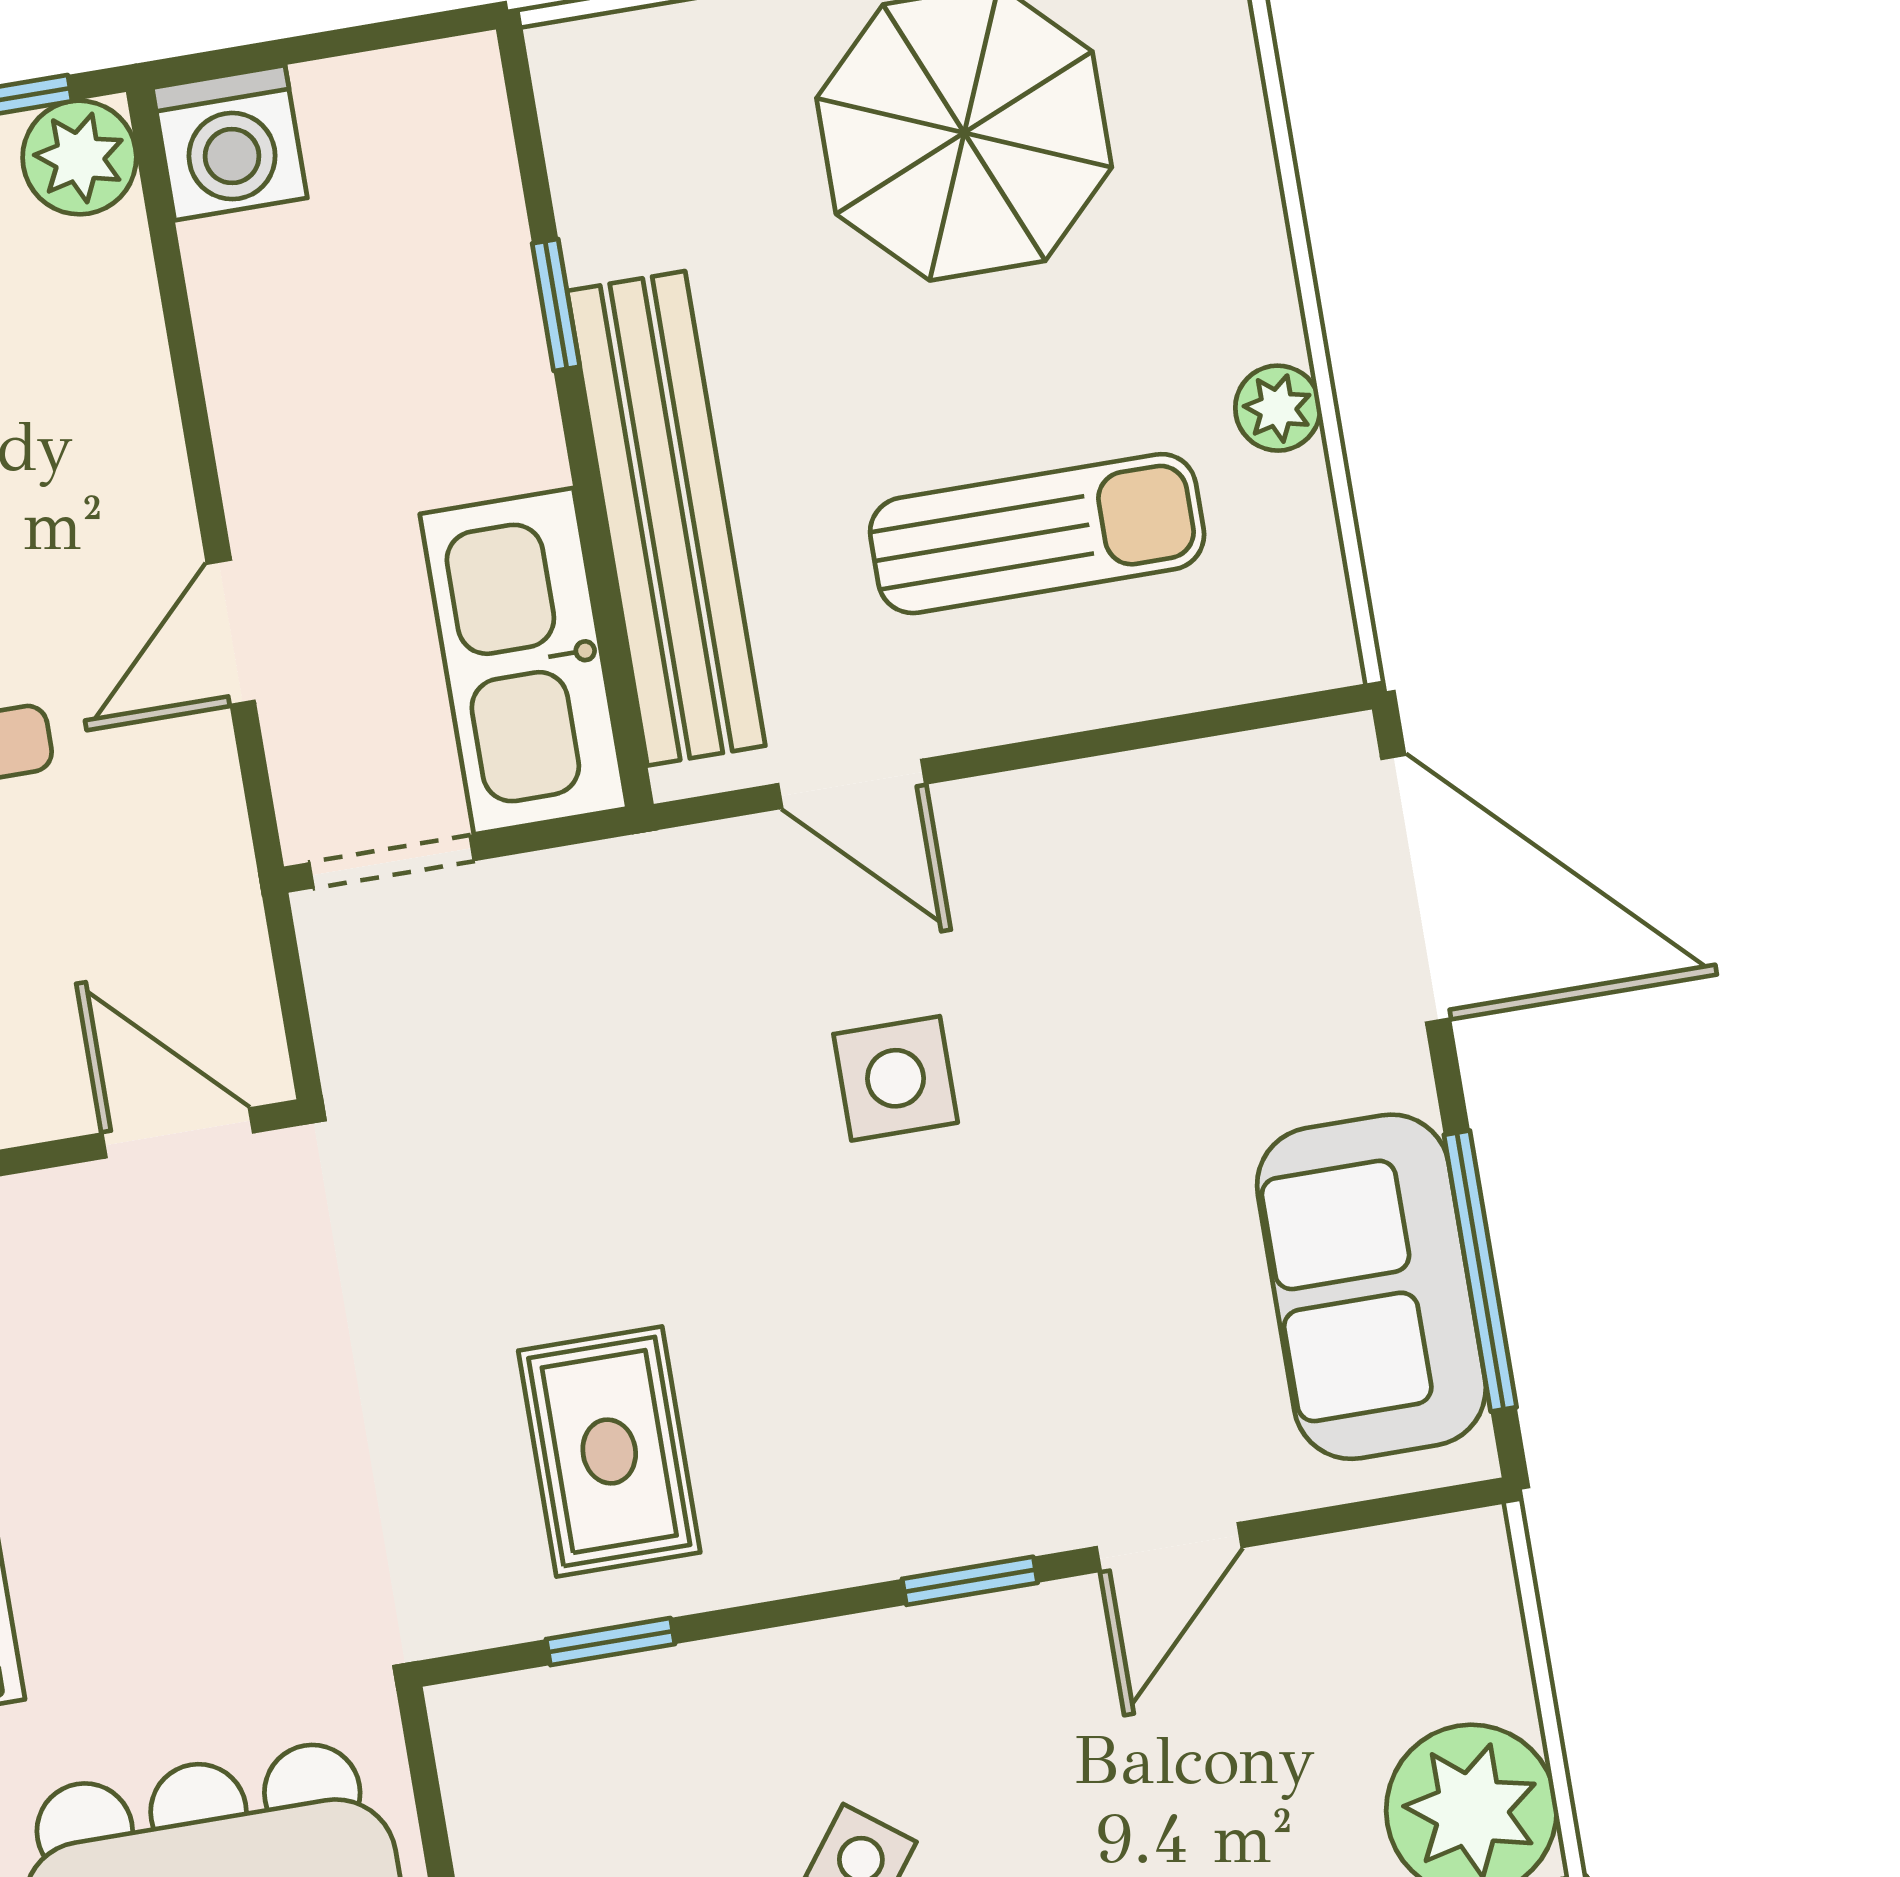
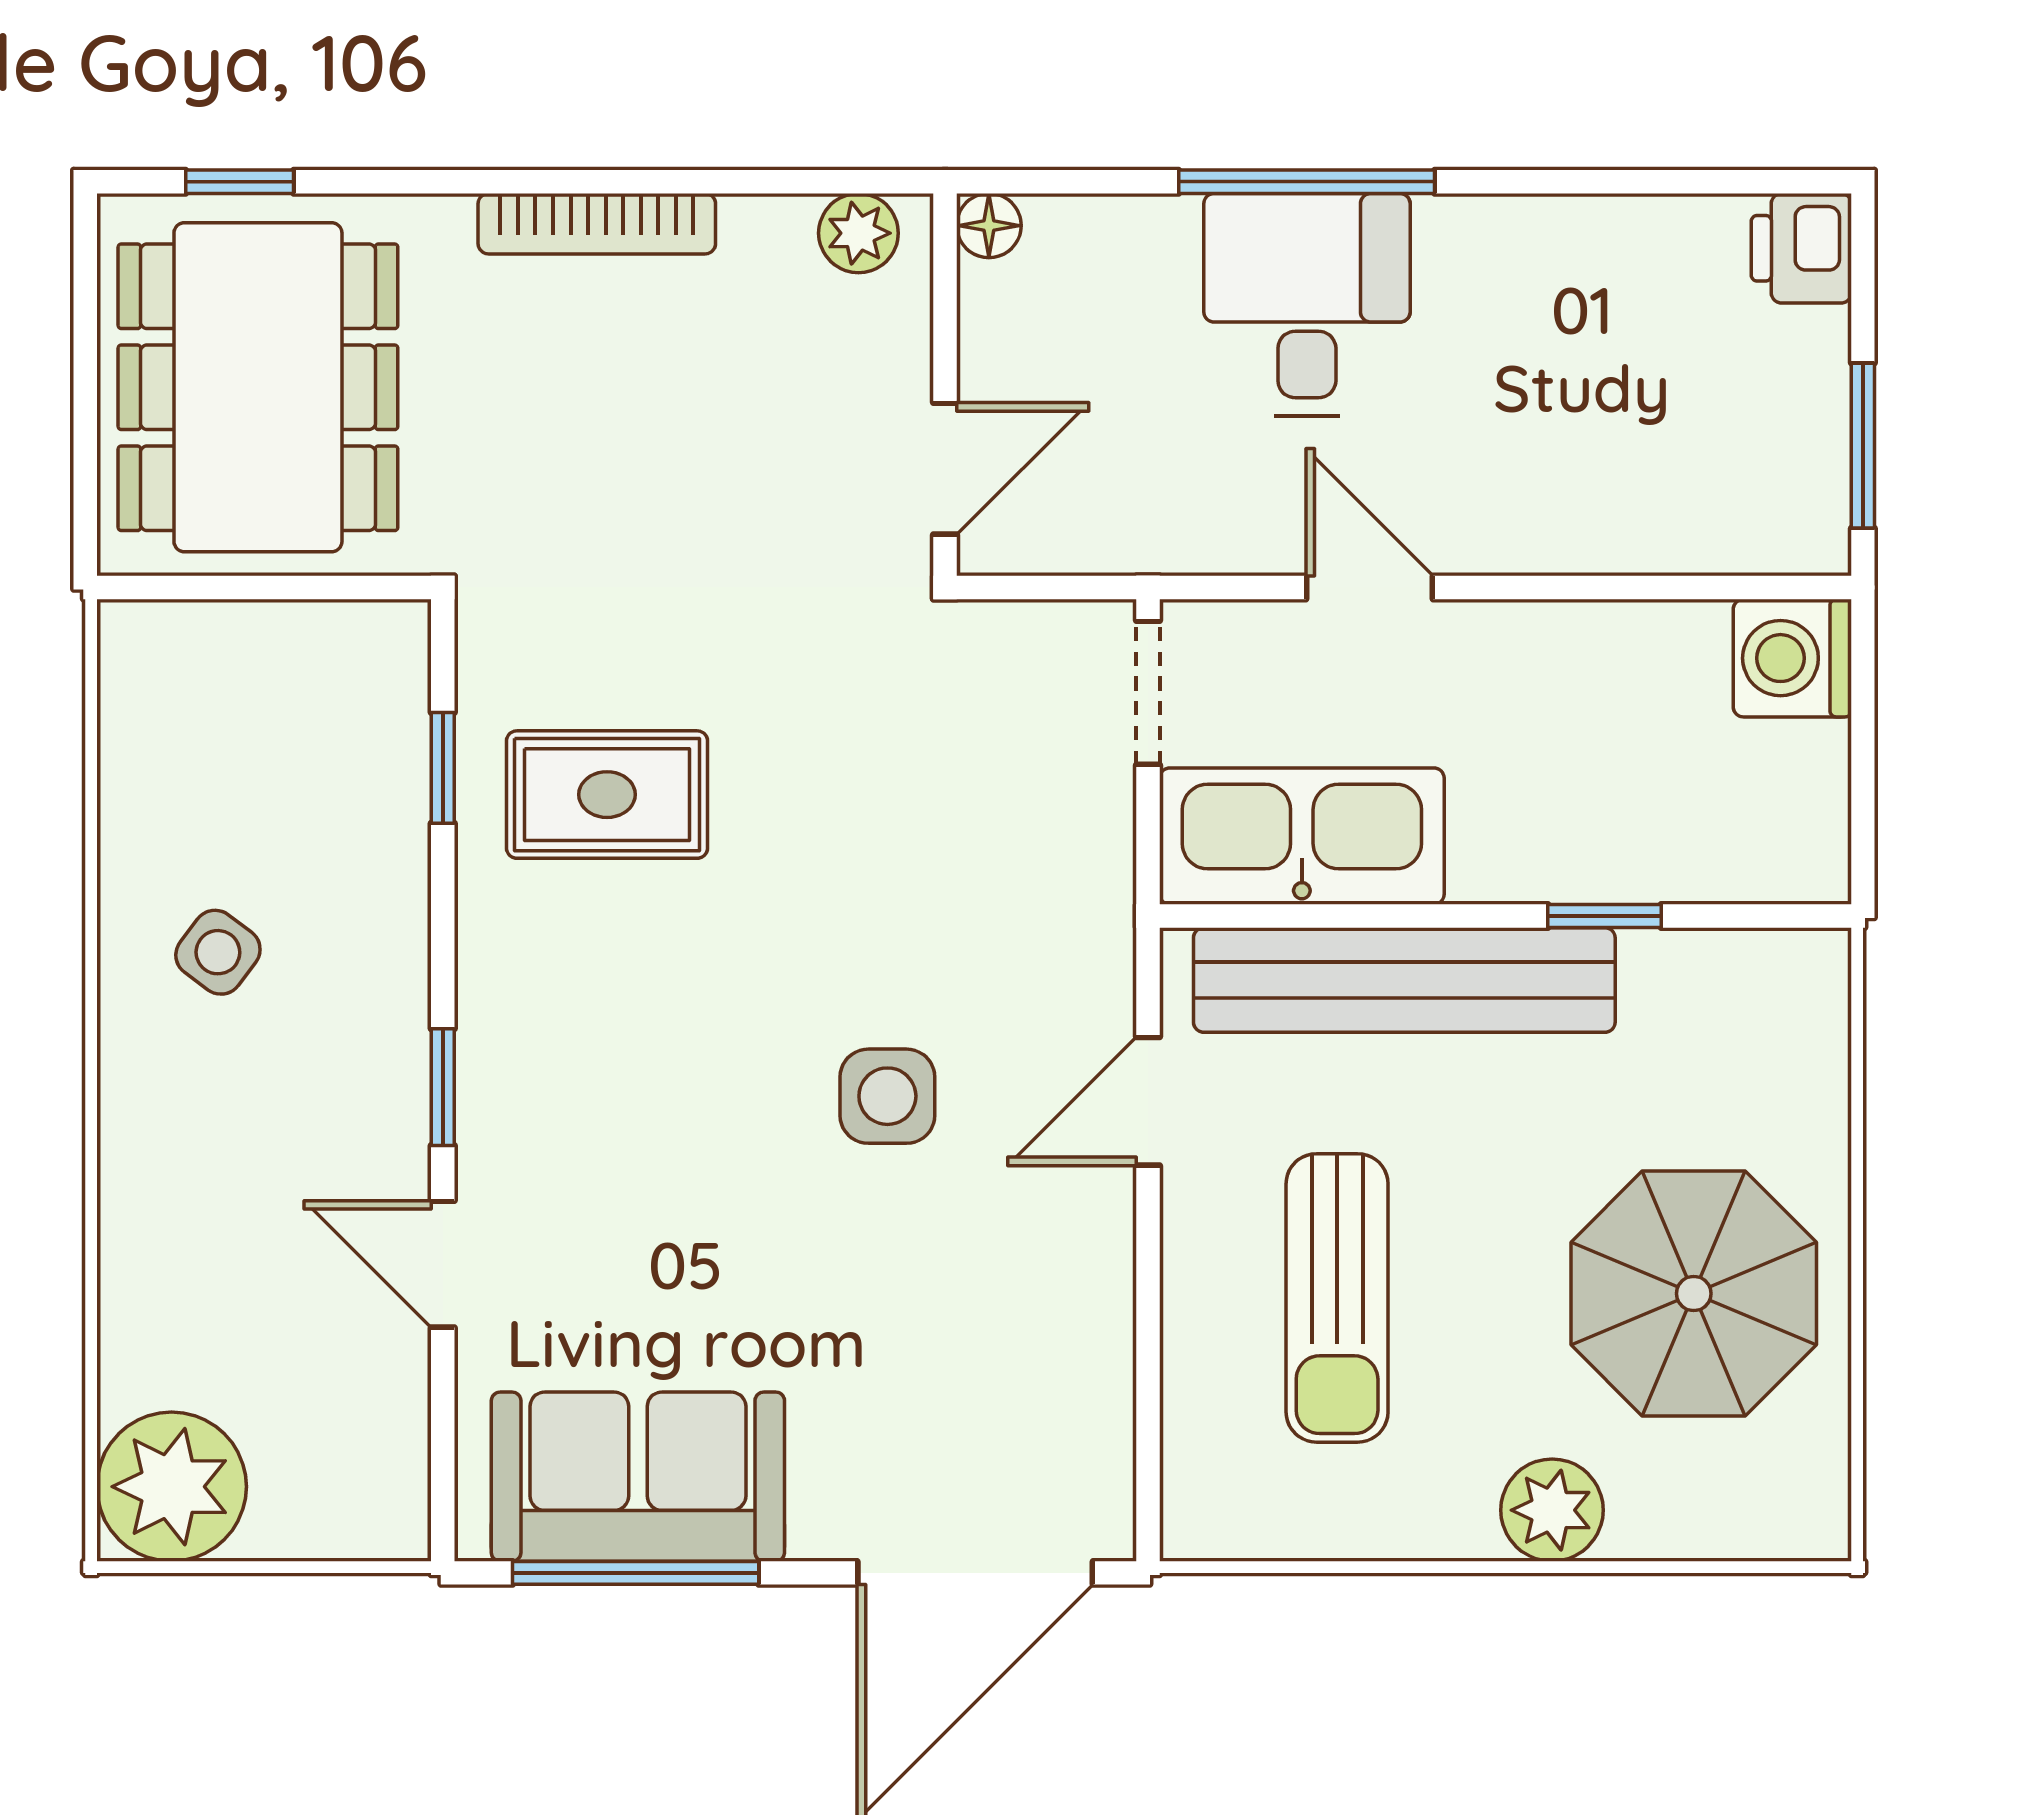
plant: (79, 158) -> (1801, 526), removed
plant: (1278, 408) -> (1552, 1510), moved, width x1.38, depth x1.38

